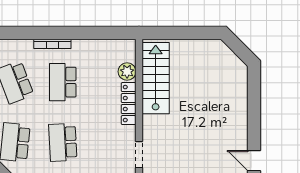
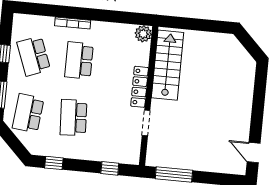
plant: (127, 72) -> (143, 34), moved
doorway: (139, 155) -> (146, 123), moved

